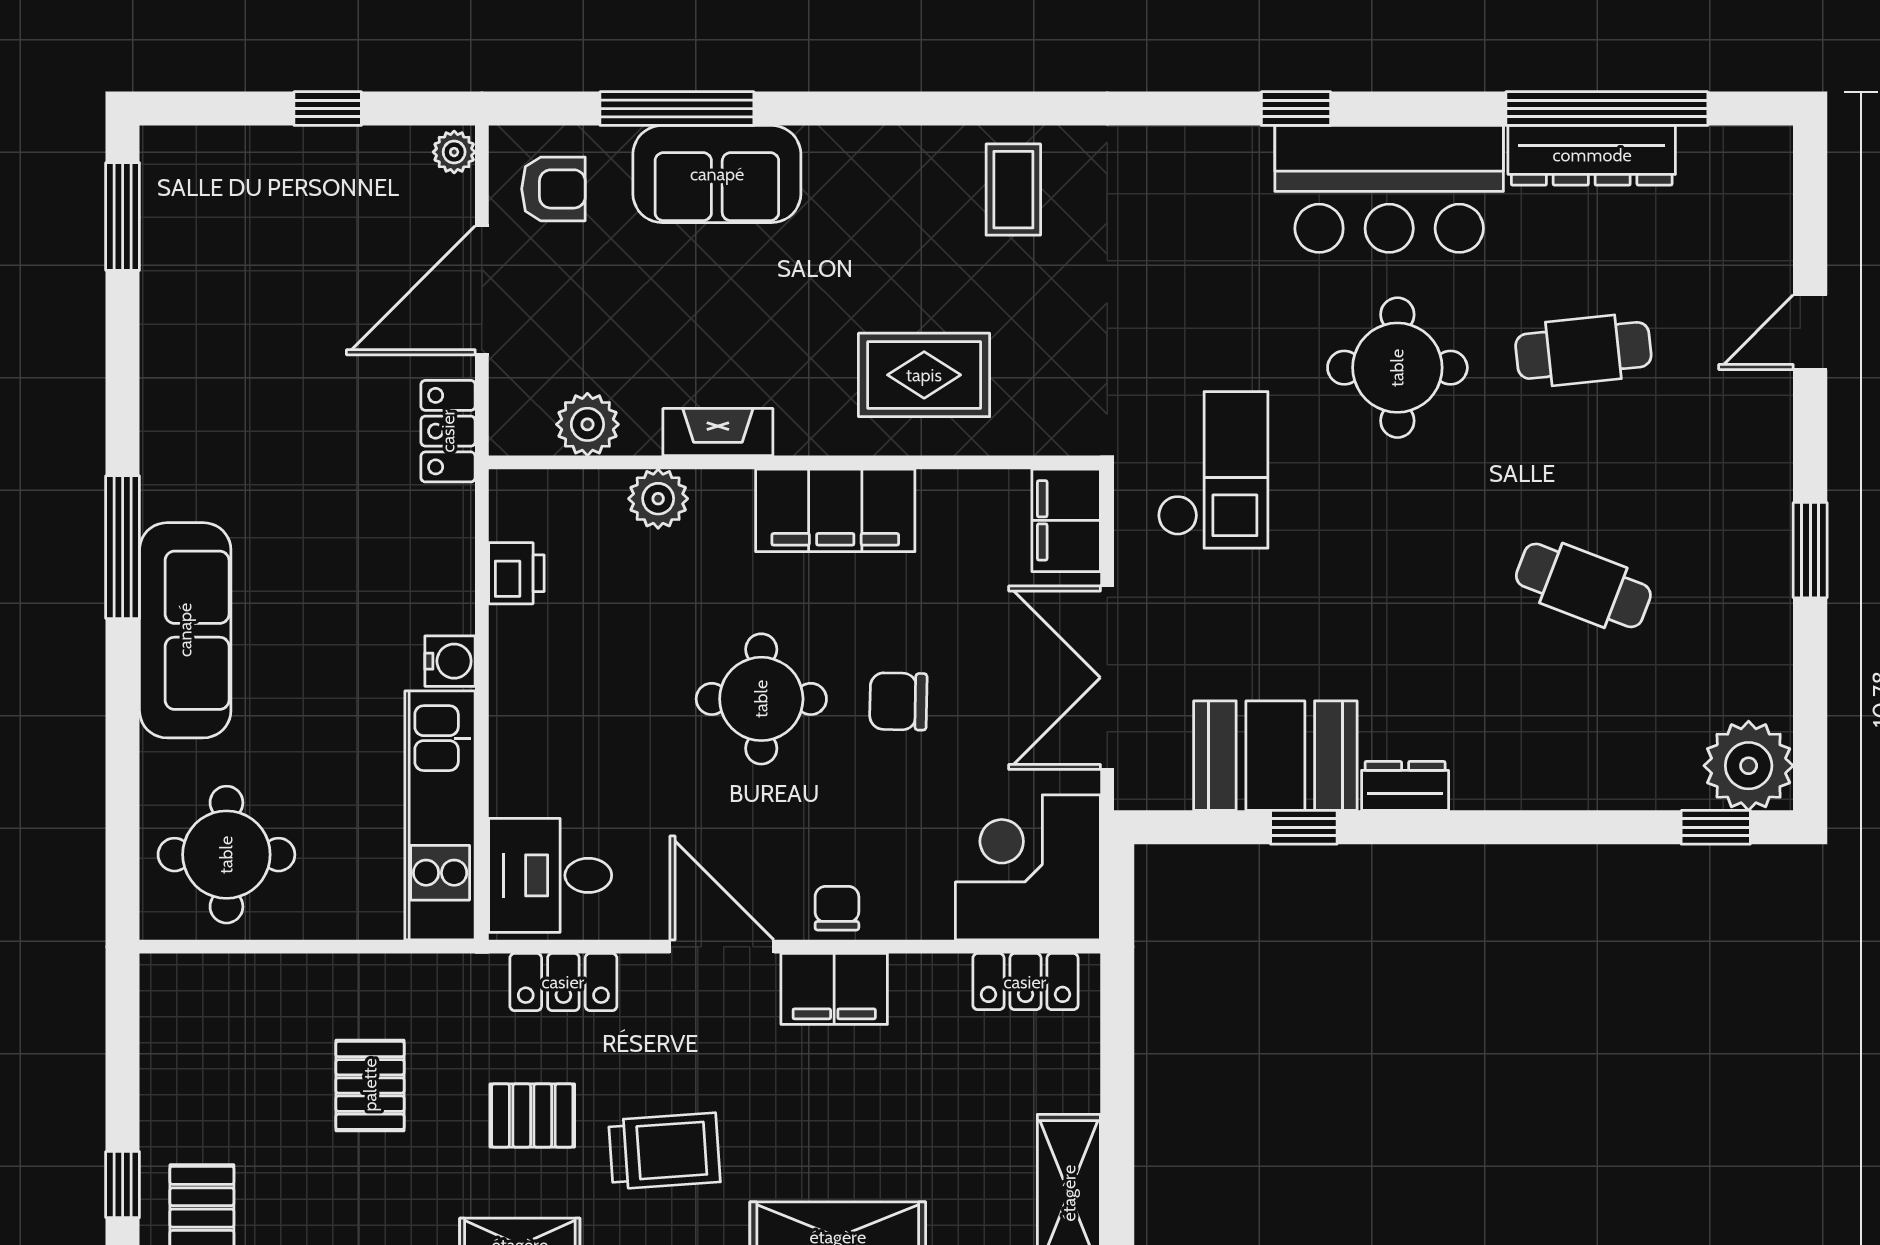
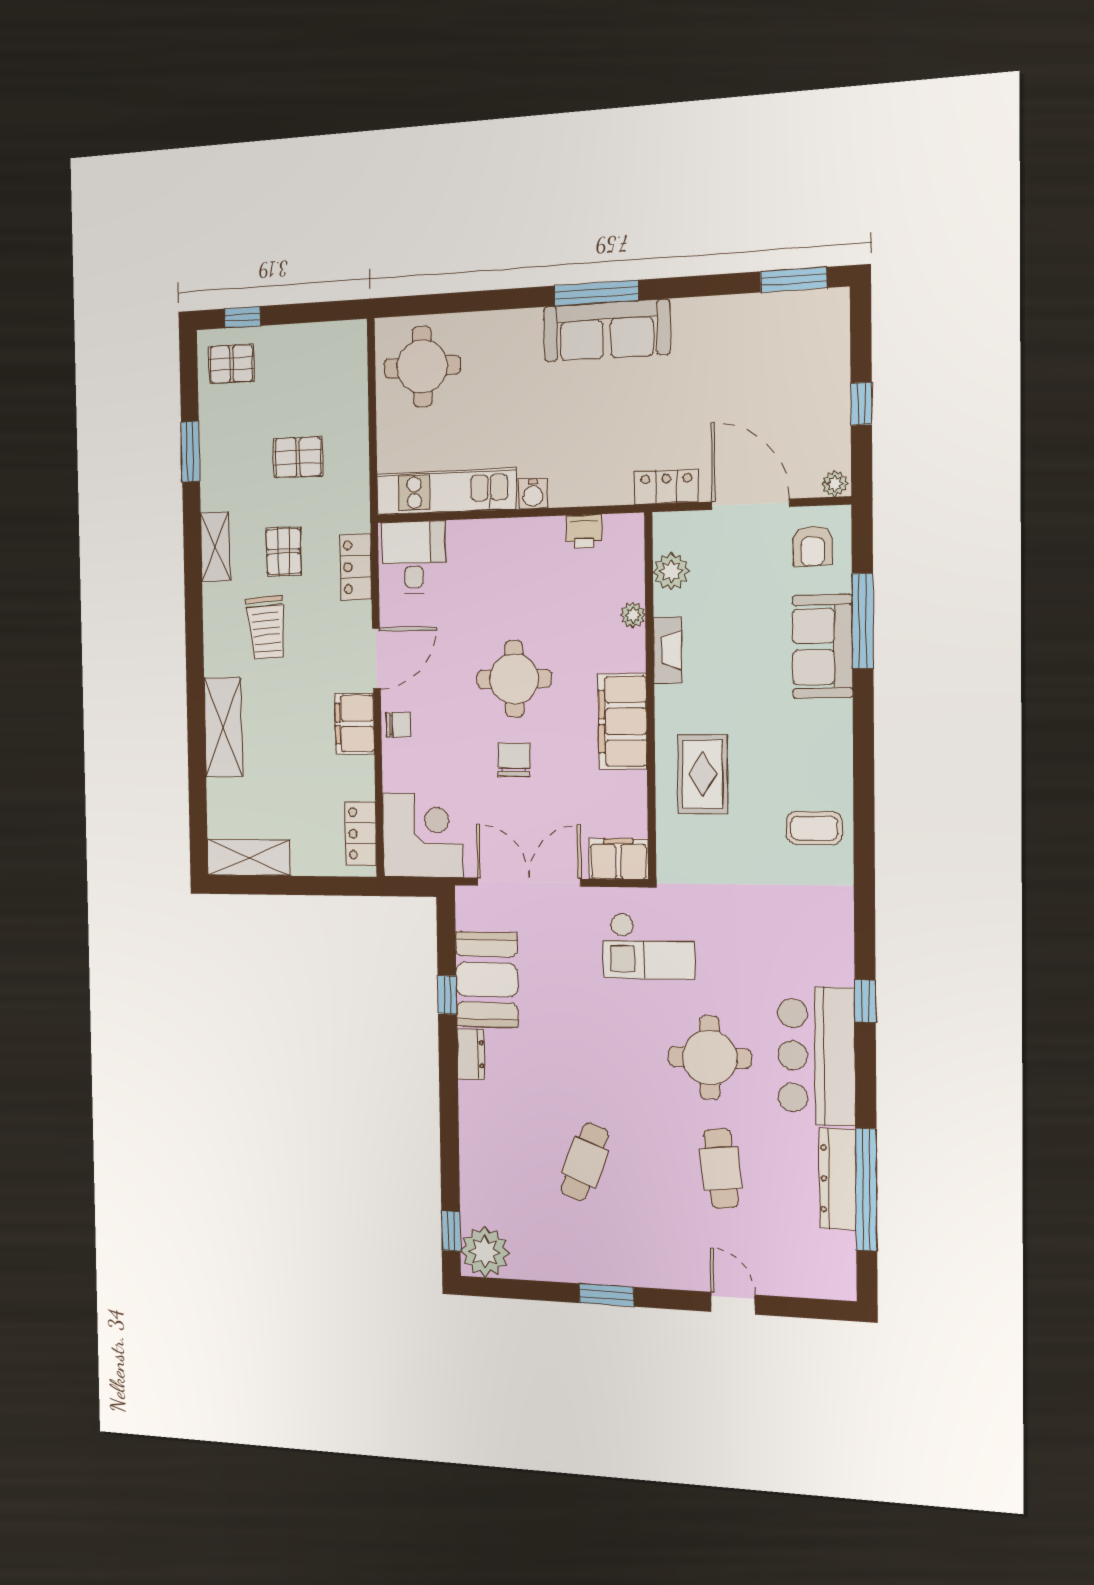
plant: (658, 499) -> (633, 615), width x0.73, depth x0.73
sofa: (185, 630) -> (607, 330), moved

